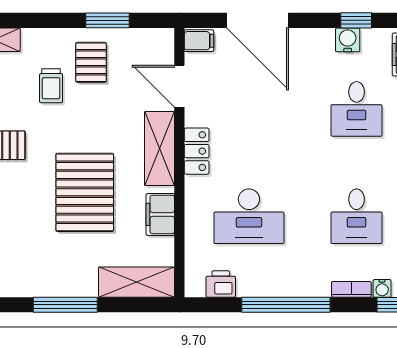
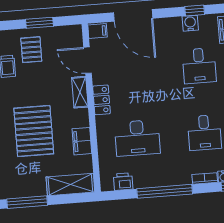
shelving: (159, 149) -> (80, 92), width x0.67, depth x0.75

